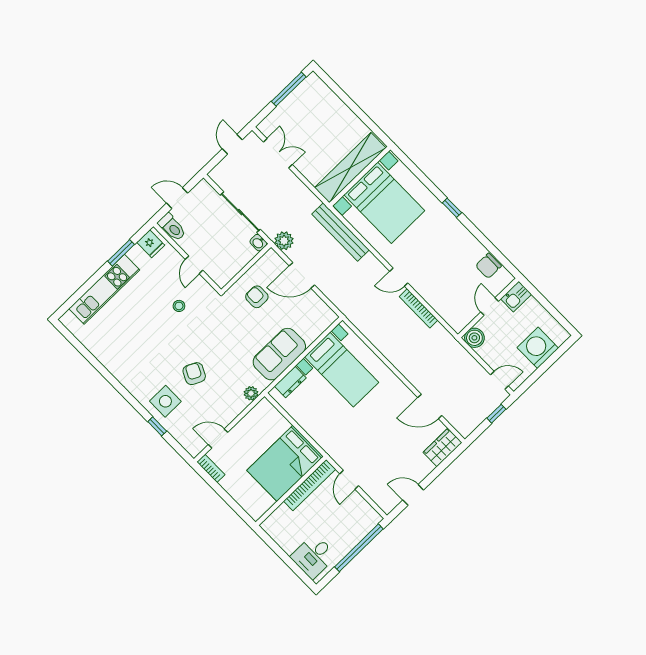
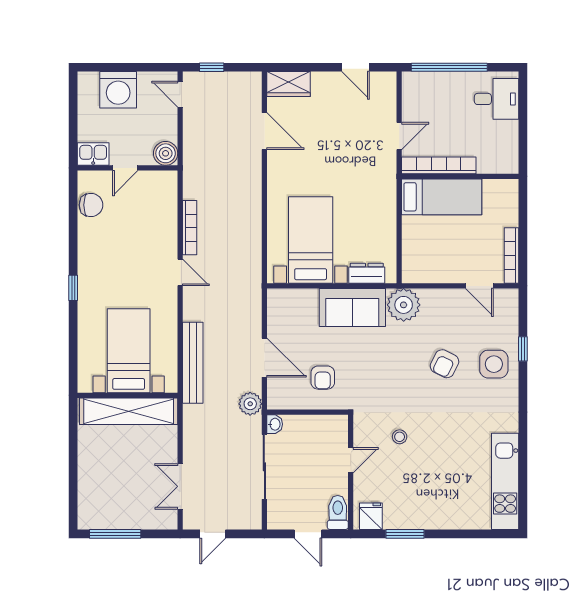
bed with nightstands: (384, 203) -> (129, 351), width x0.73
kitchen unit: (104, 289) -> (505, 481), moved, turned -90
plant: (251, 393) -> (404, 305), width x1.87, depth x1.87
bed: (285, 463) -> (442, 197), width x0.67
bookcase: (211, 468) -> (512, 255), width x1.56

